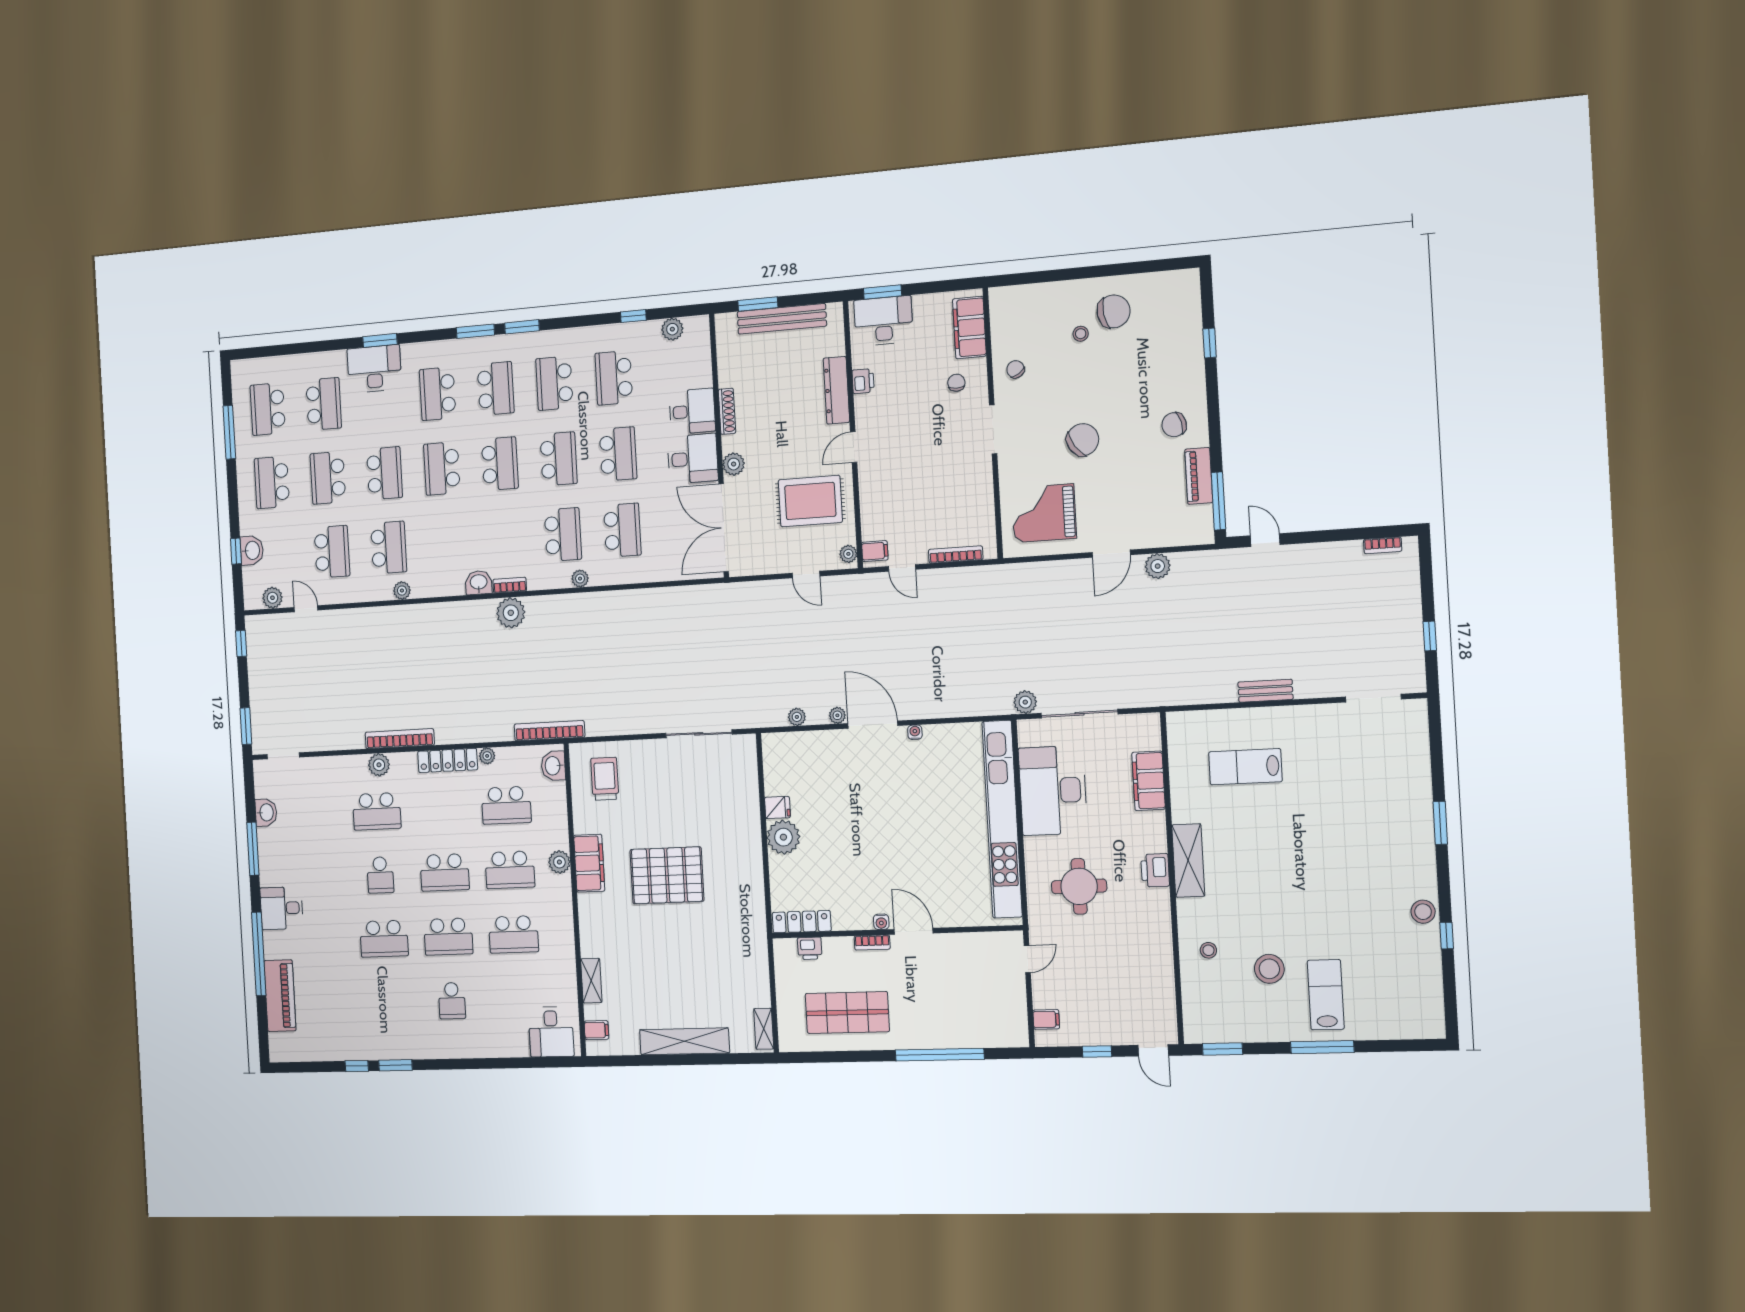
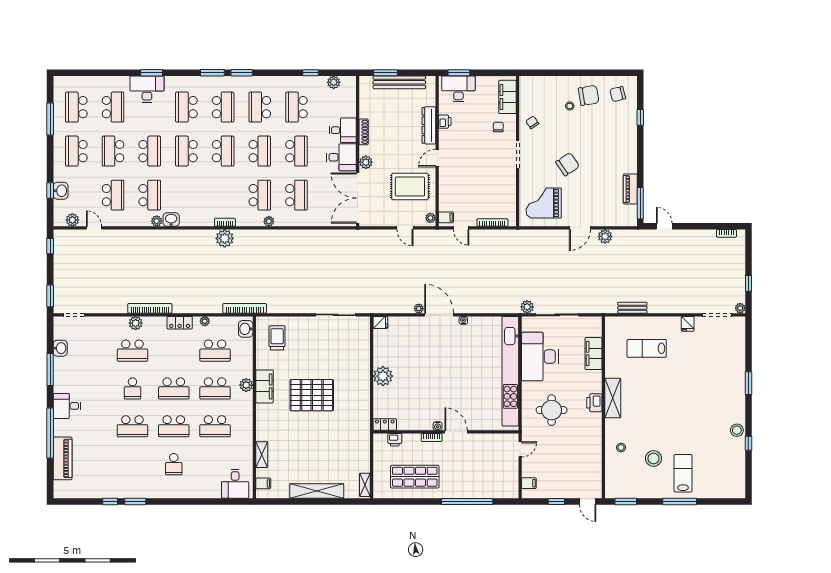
chair: (1174, 425) -> (618, 94), moved
washbasin: (479, 583) -> (171, 220), moved
bench: (1265, 691) -> (632, 308), moved
plant: (797, 717) -> (740, 308), moved
fridge: (1319, 718) -> (688, 324), added
locker: (448, 760) -> (180, 323), width x0.66
fridge: (777, 807) -> (380, 322), moved
locker: (802, 922) -> (385, 424), width x0.66

